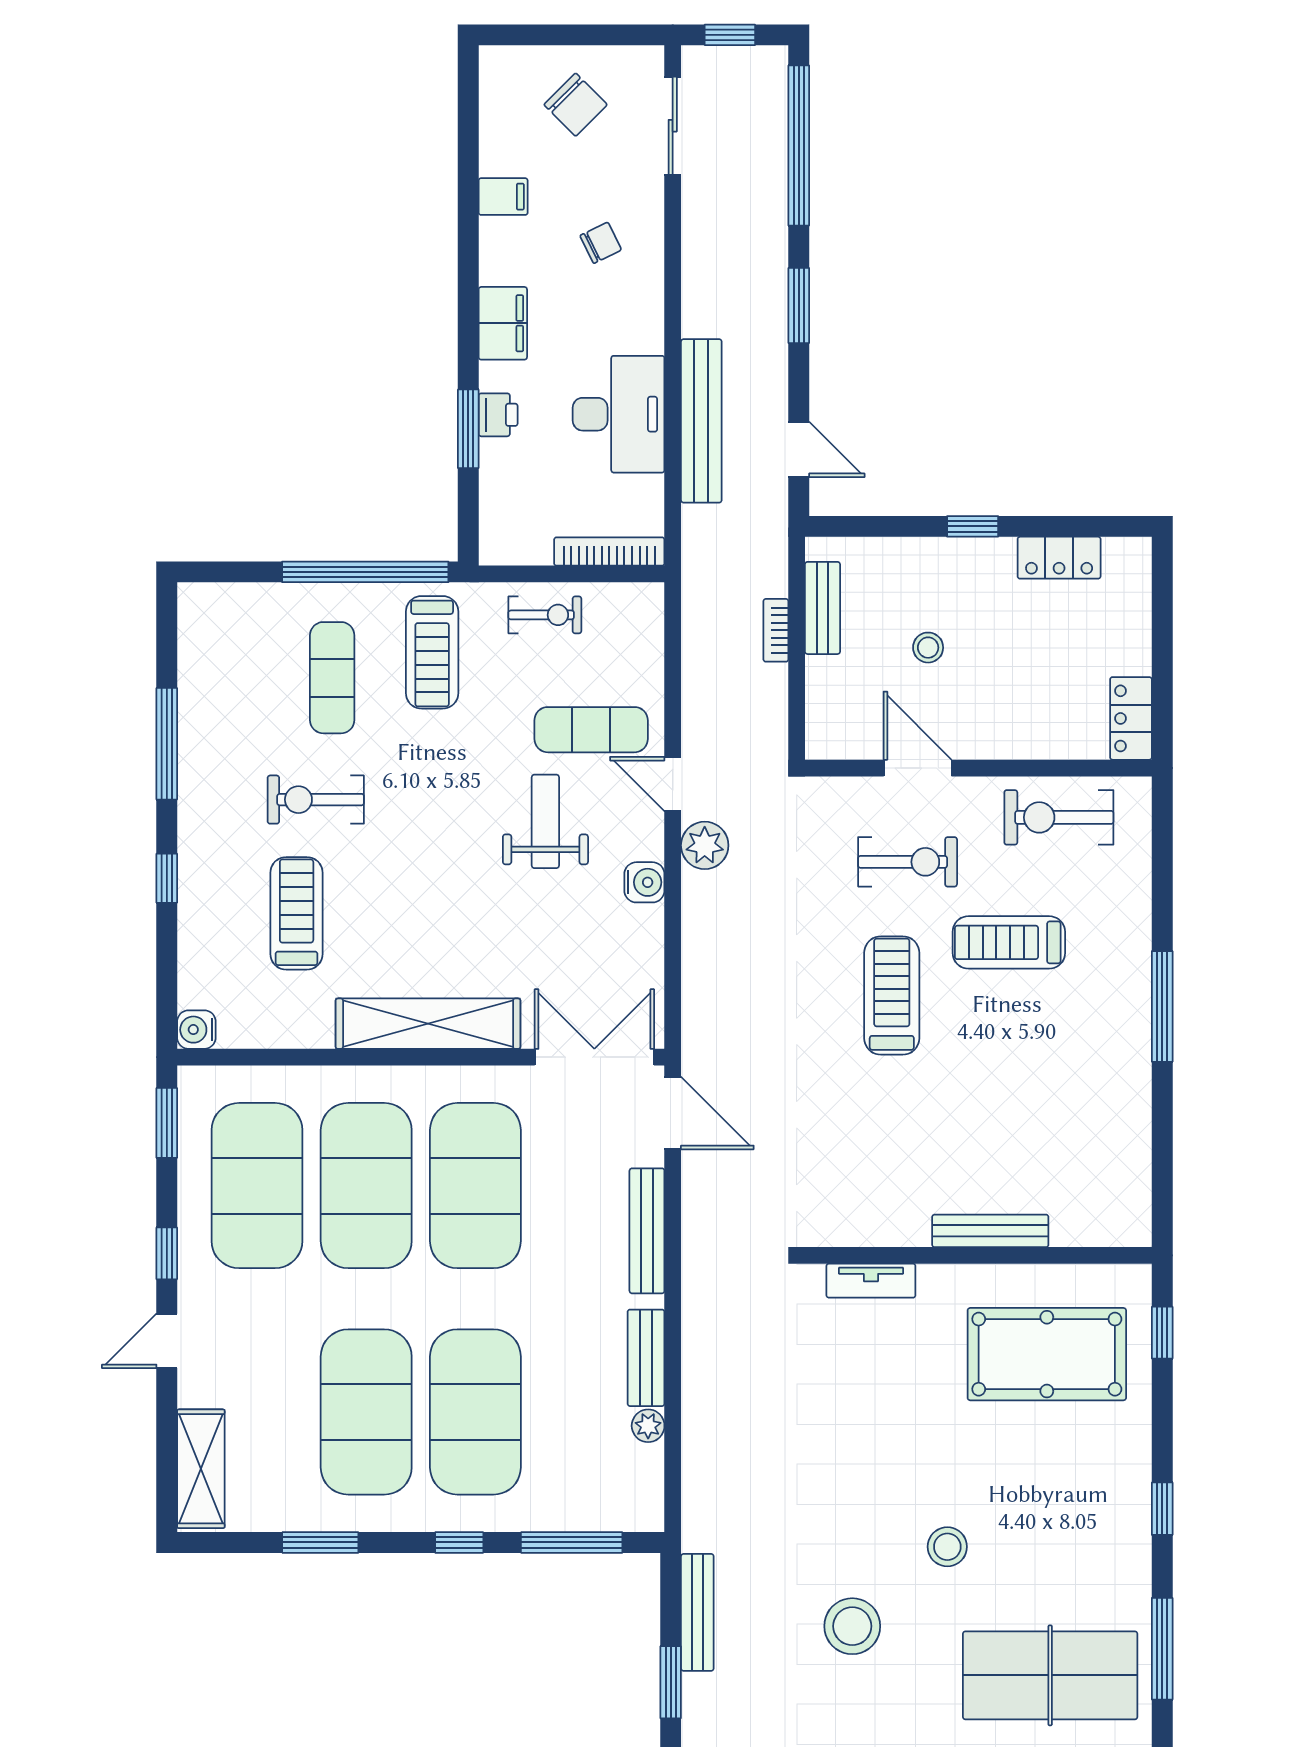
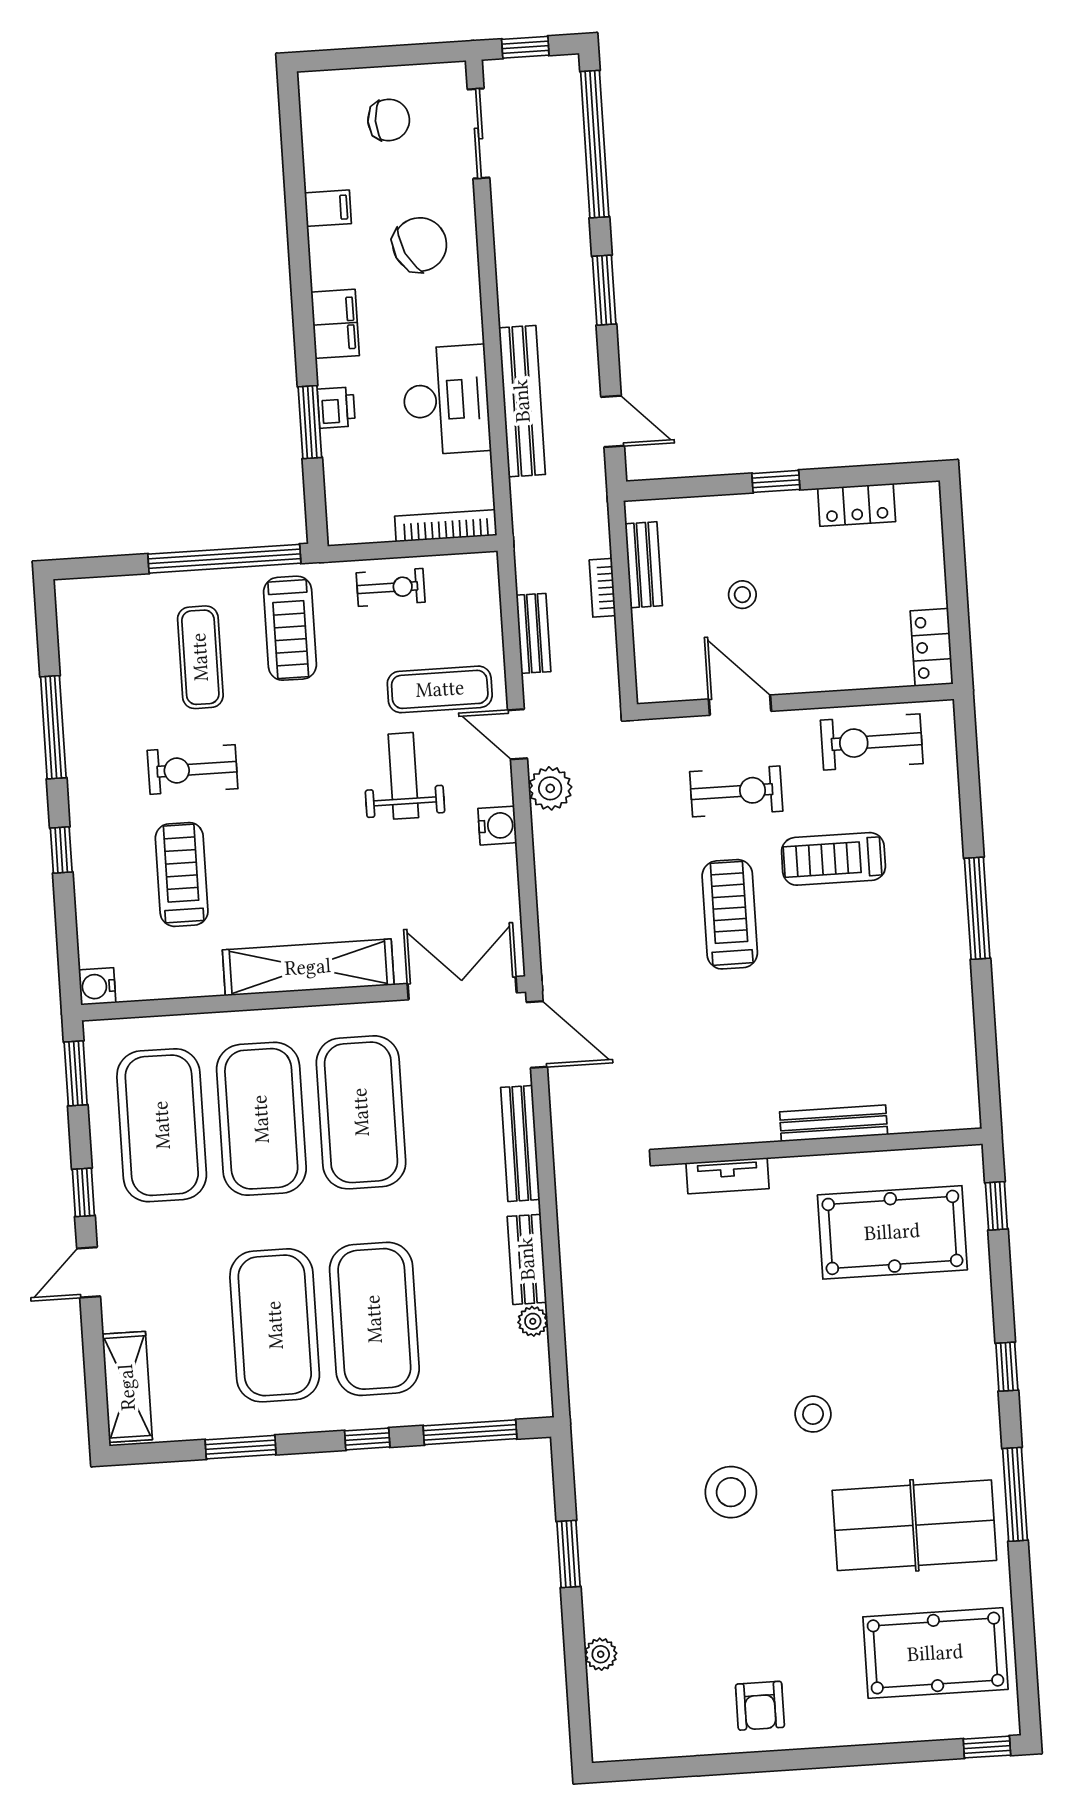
chair: (576, 105) -> (389, 120), turned -45
chair: (601, 243) -> (420, 245), width x1.87, depth x1.87
bench: (697, 1612) -> (533, 633), moved, width x0.73

